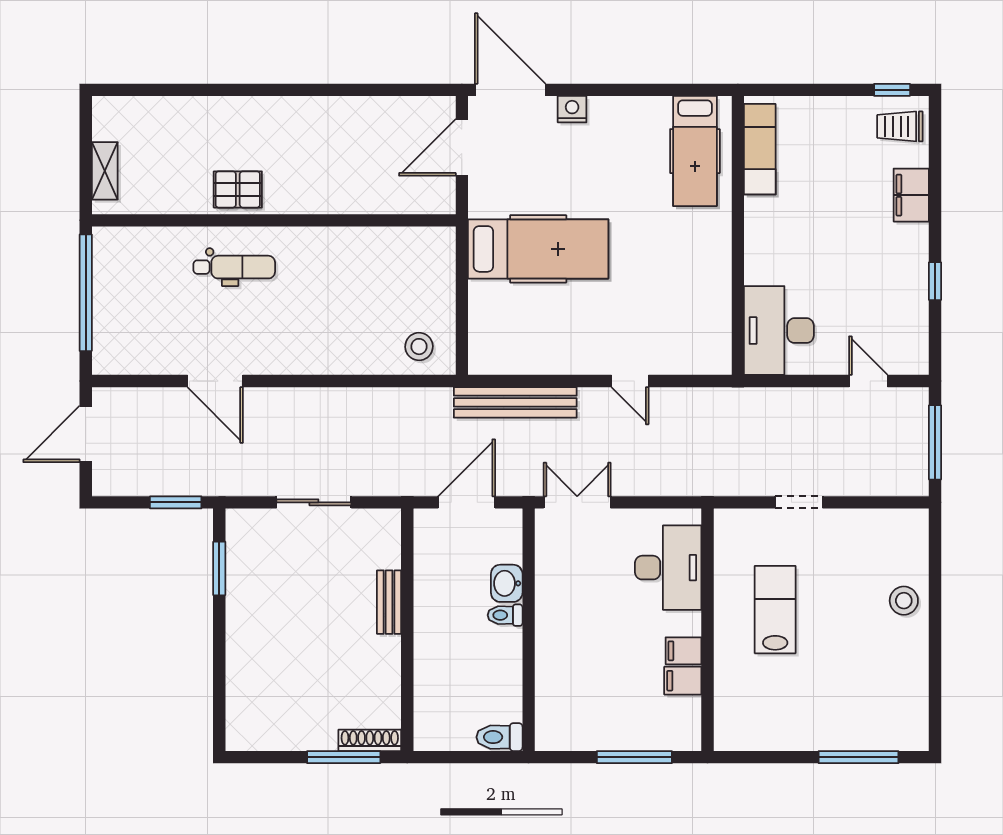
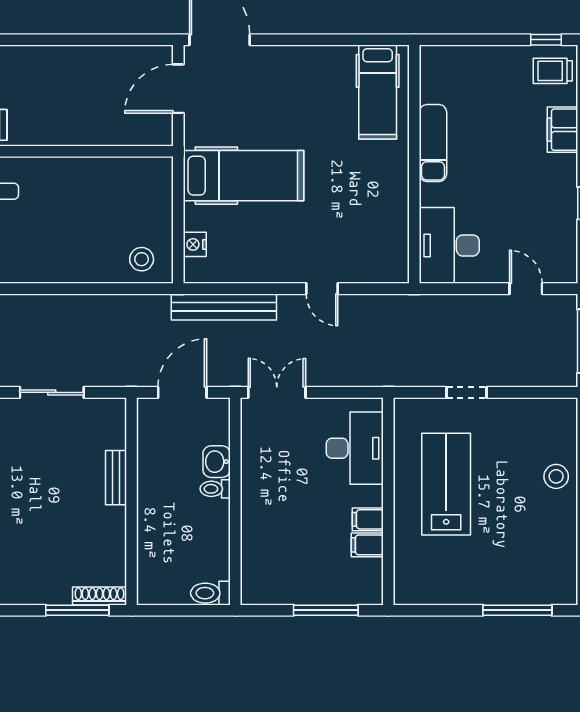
nightstand: (572, 109) -> (195, 244), moved, turned -90
exam couch: (760, 149) -> (433, 143), moved
lab bench: (775, 610) -> (446, 484), width x1.36, depth x1.39

